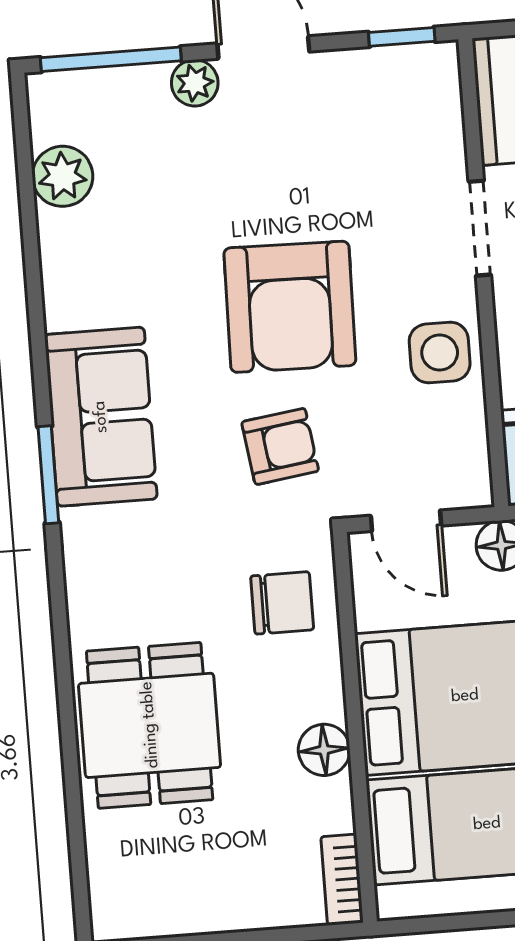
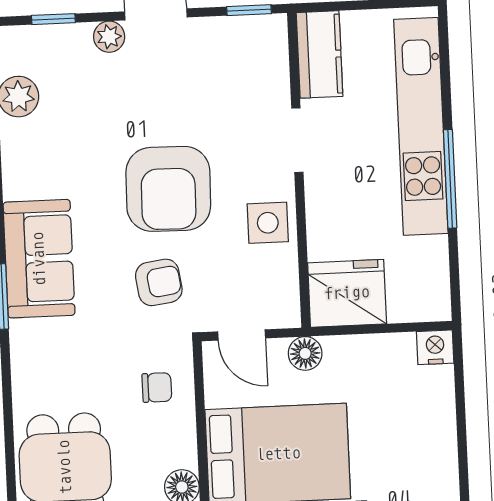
window: (111, 59) -> (53, 19), width x0.46
chair: (282, 603) -> (157, 387), width x0.73, depth x0.73

